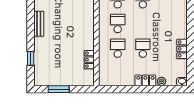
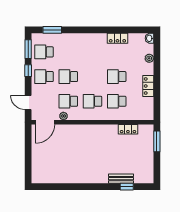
bench: (39, 24) -> (121, 179), moved
locker: (145, 80) -> (148, 86), moved
window: (59, 89) -> (157, 141), moved

